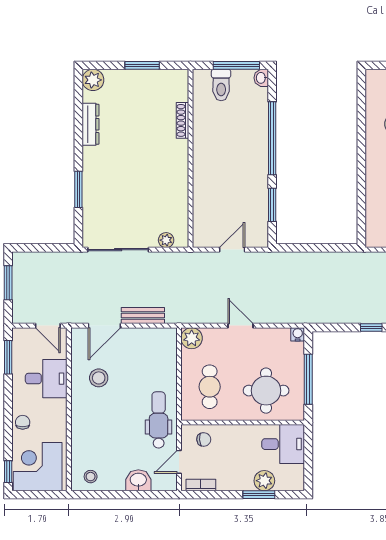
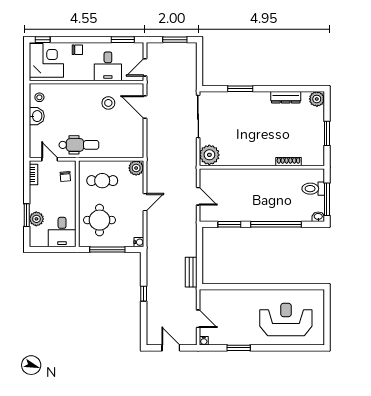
plant: (166, 240) -> (209, 155), width x1.88, depth x1.88
bench: (143, 316) -> (191, 272), moved
washbasin: (138, 480) -> (37, 116), moved

